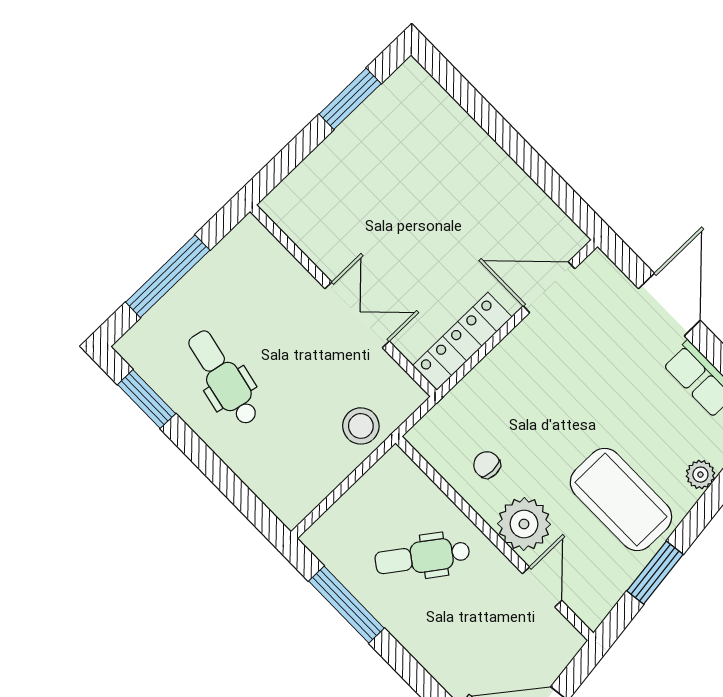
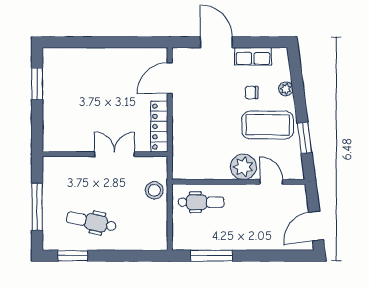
chair: (487, 465) -> (252, 92), moved
dental chair: (422, 557) -> (201, 202), moved, turned -126

